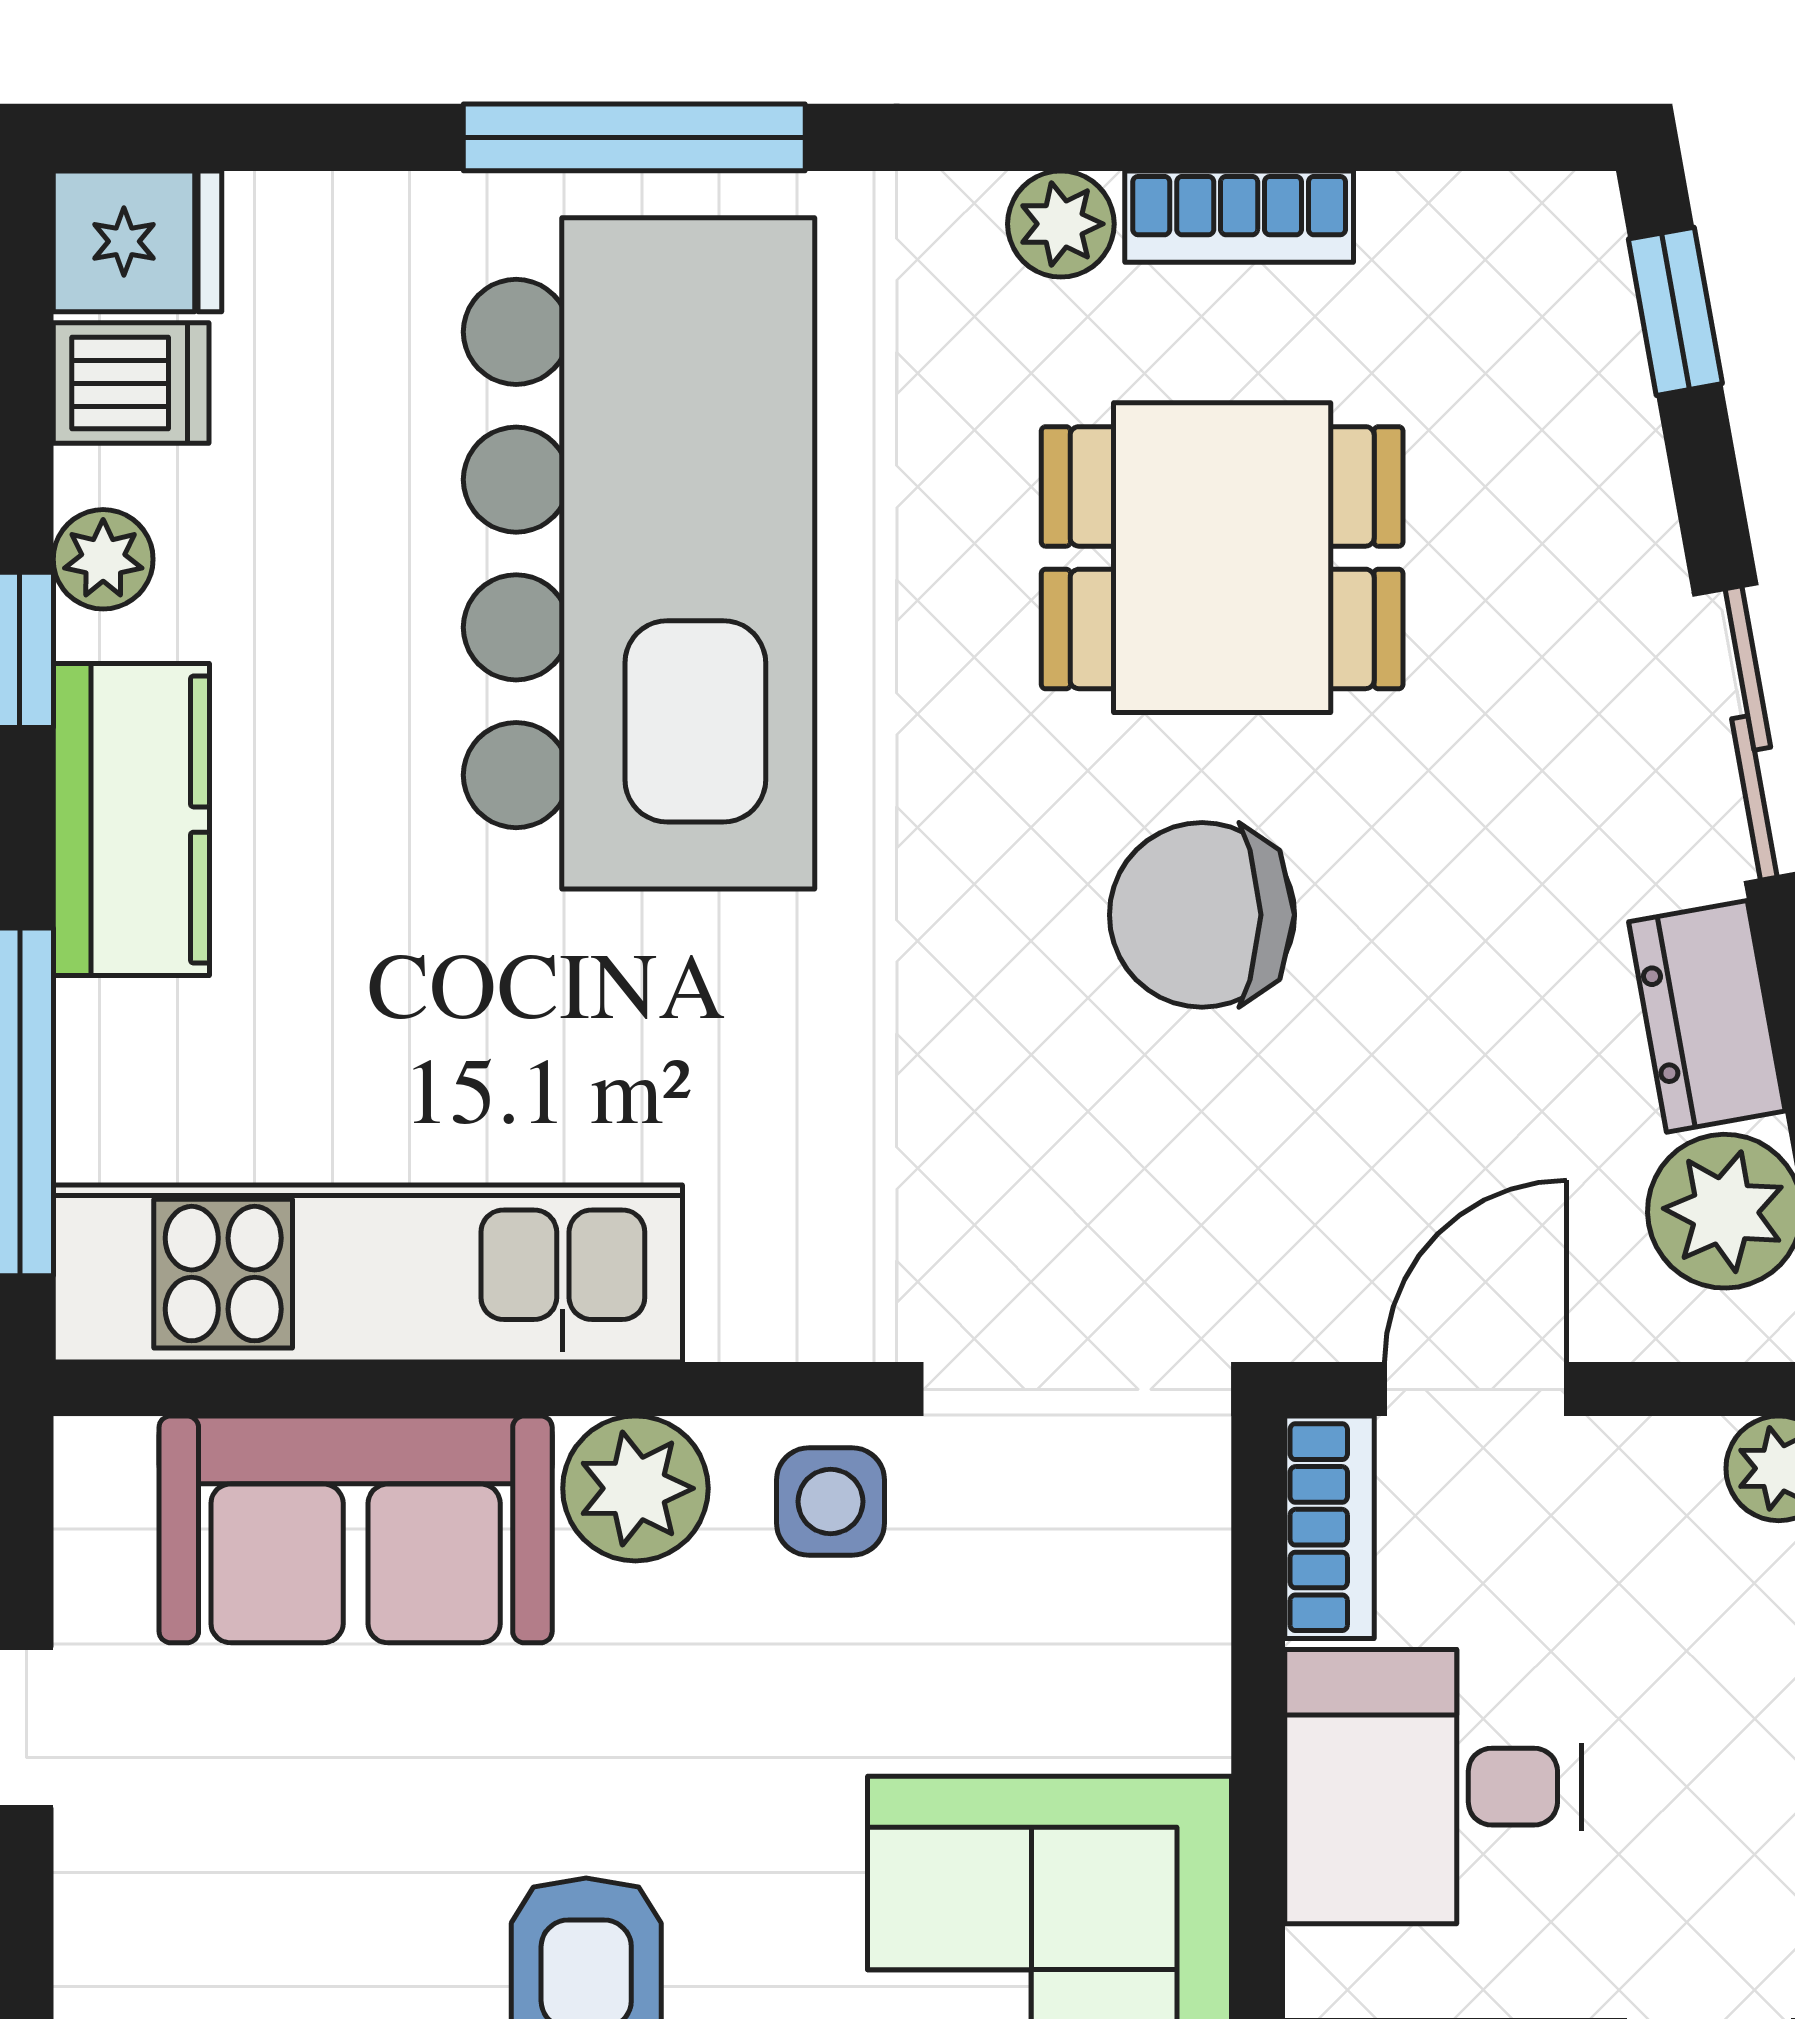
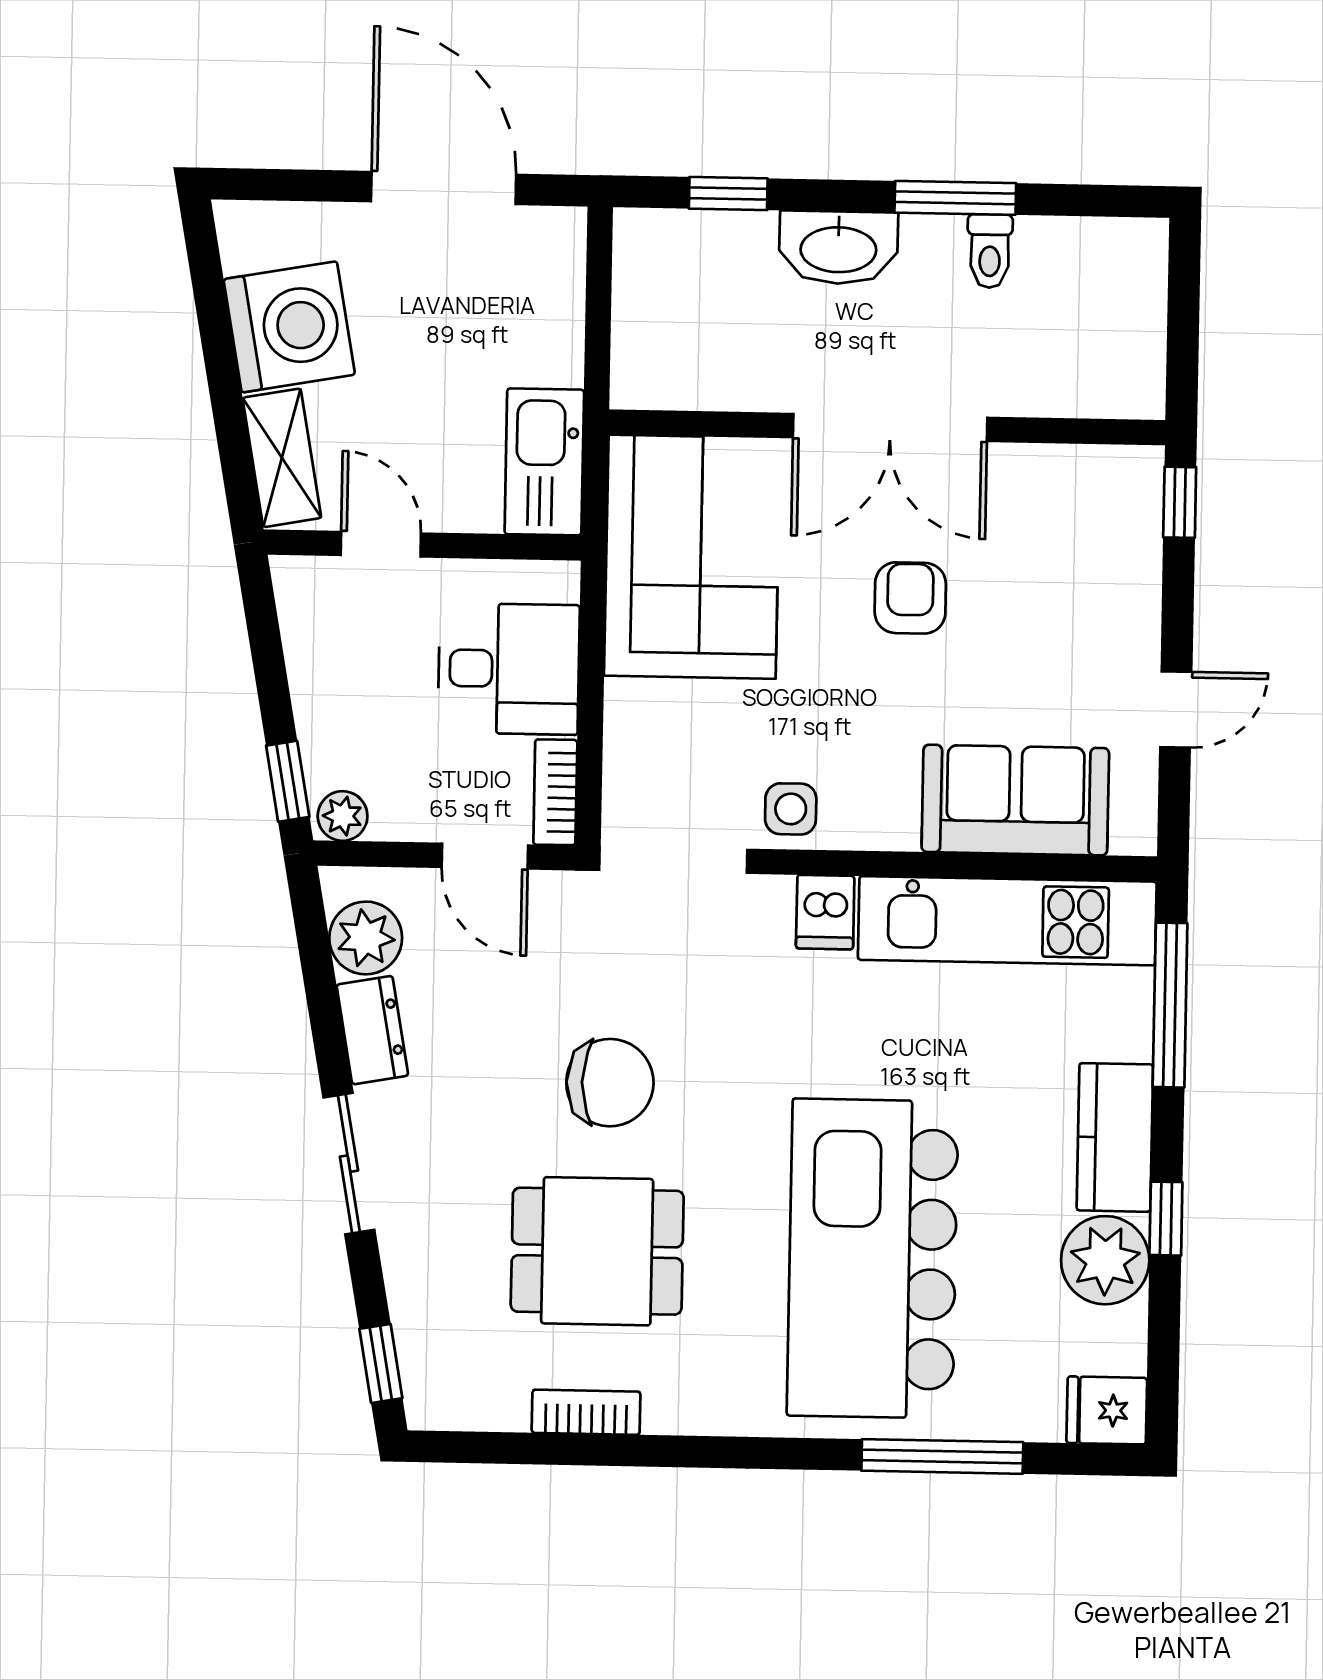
window: (634, 137) -> (942, 1456), moved
plant: (1061, 224) -> (670, 1410), removed
dishwasher: (131, 383) -> (825, 912), moved, turned -90
plant: (103, 559) -> (1105, 1260), width x1.87, depth x1.87
door: (1476, 1389) -> (485, 856), hinge flipped
plant: (635, 1488) -> (883, 817), removed

